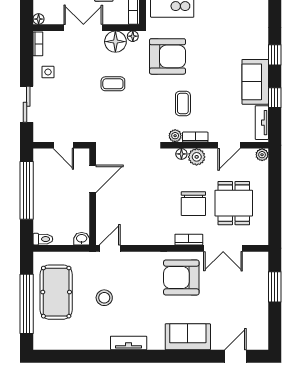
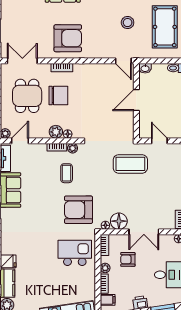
side table: (48, 72) -> (171, 198), removed
coffee table: (113, 84) -> (130, 164), moved, width x1.86, depth x1.72
door: (229, 145) -> (20, 141), moved
door: (93, 179) -> (136, 100), moved
chair: (193, 204) -> (58, 96), turned 90
door: (110, 248) -> (123, 61), hinge flipped
double door: (223, 248) -> (22, 61), moved

